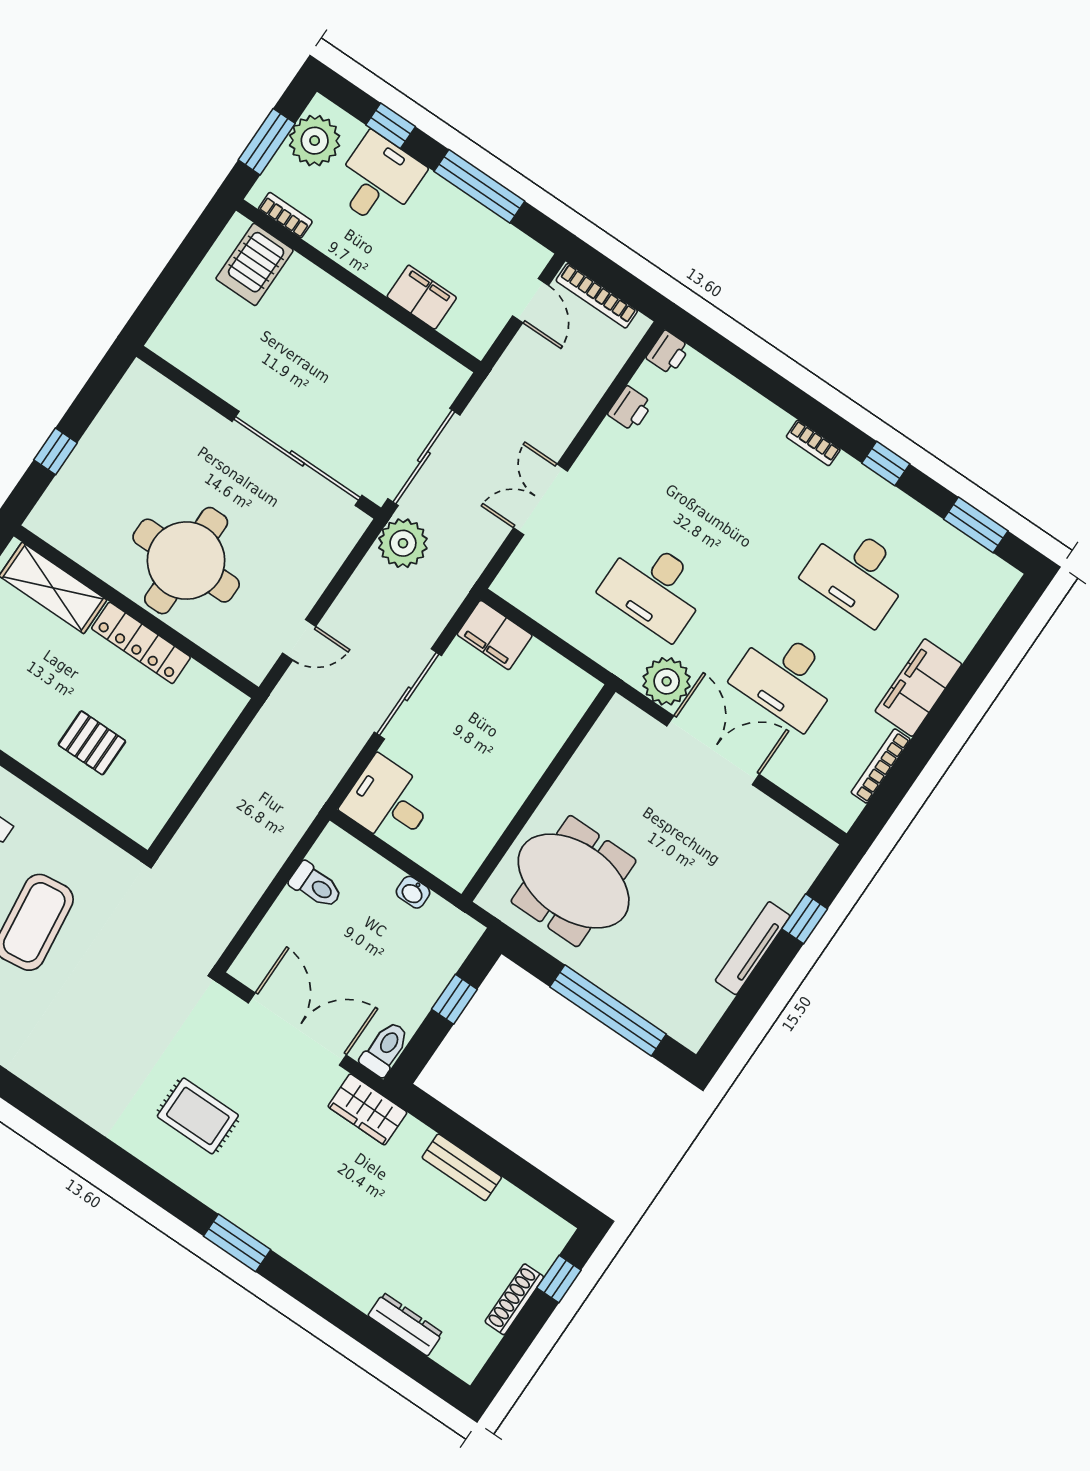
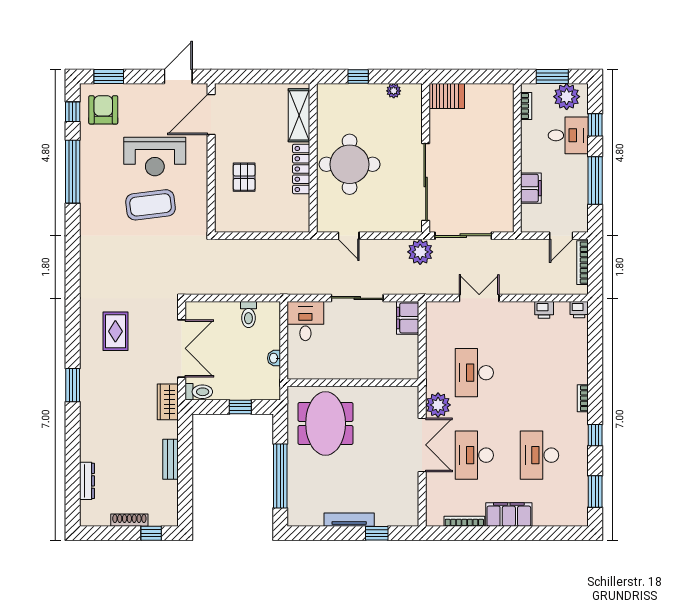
server rack: (255, 264) -> (447, 96), moved, turned 180
plant: (117, 410) -> (394, 91), added

